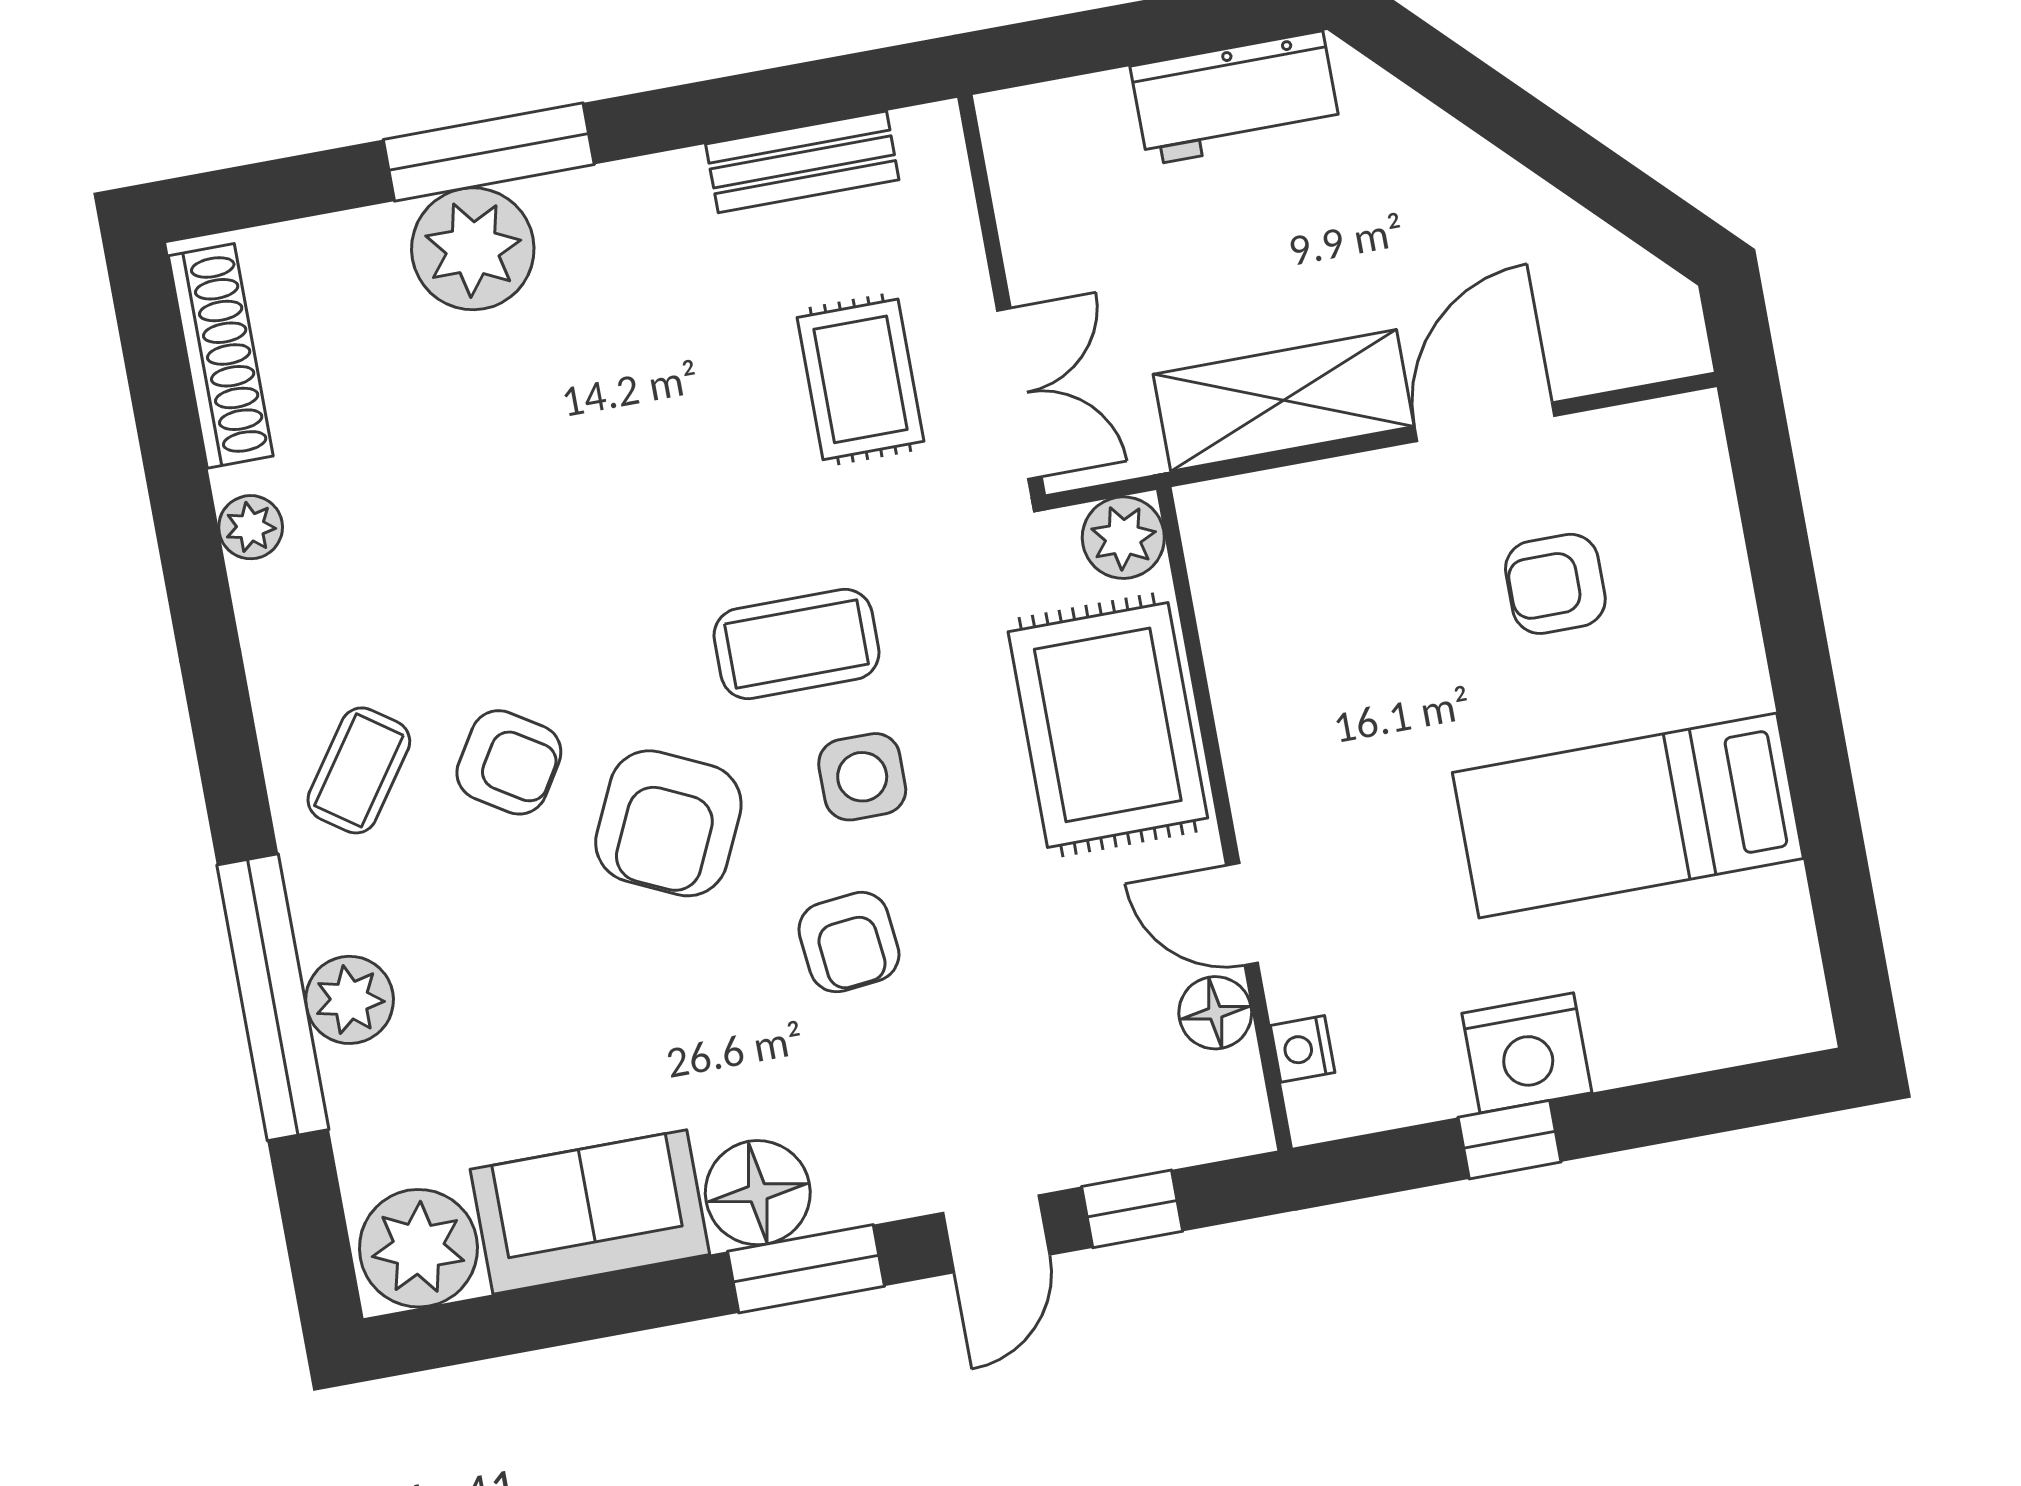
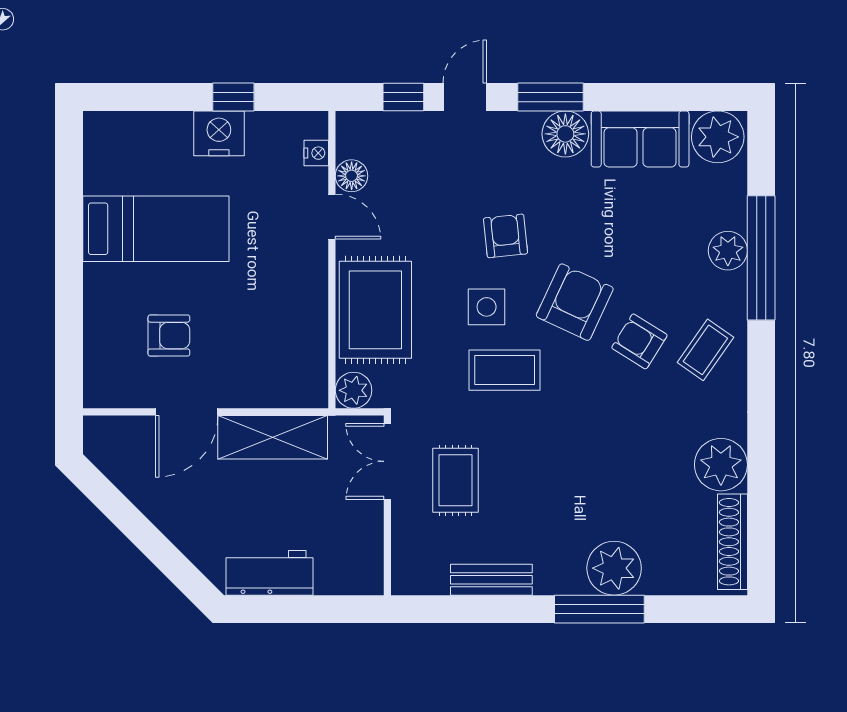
bench: (802, 162) -> (491, 580), moved
plant: (251, 527) -> (721, 465), width x1.88, depth x1.88

